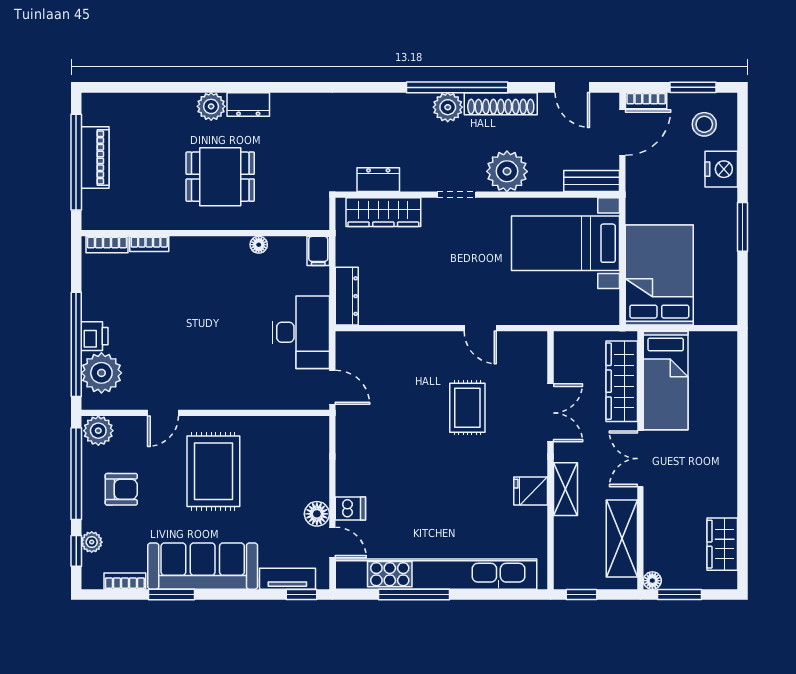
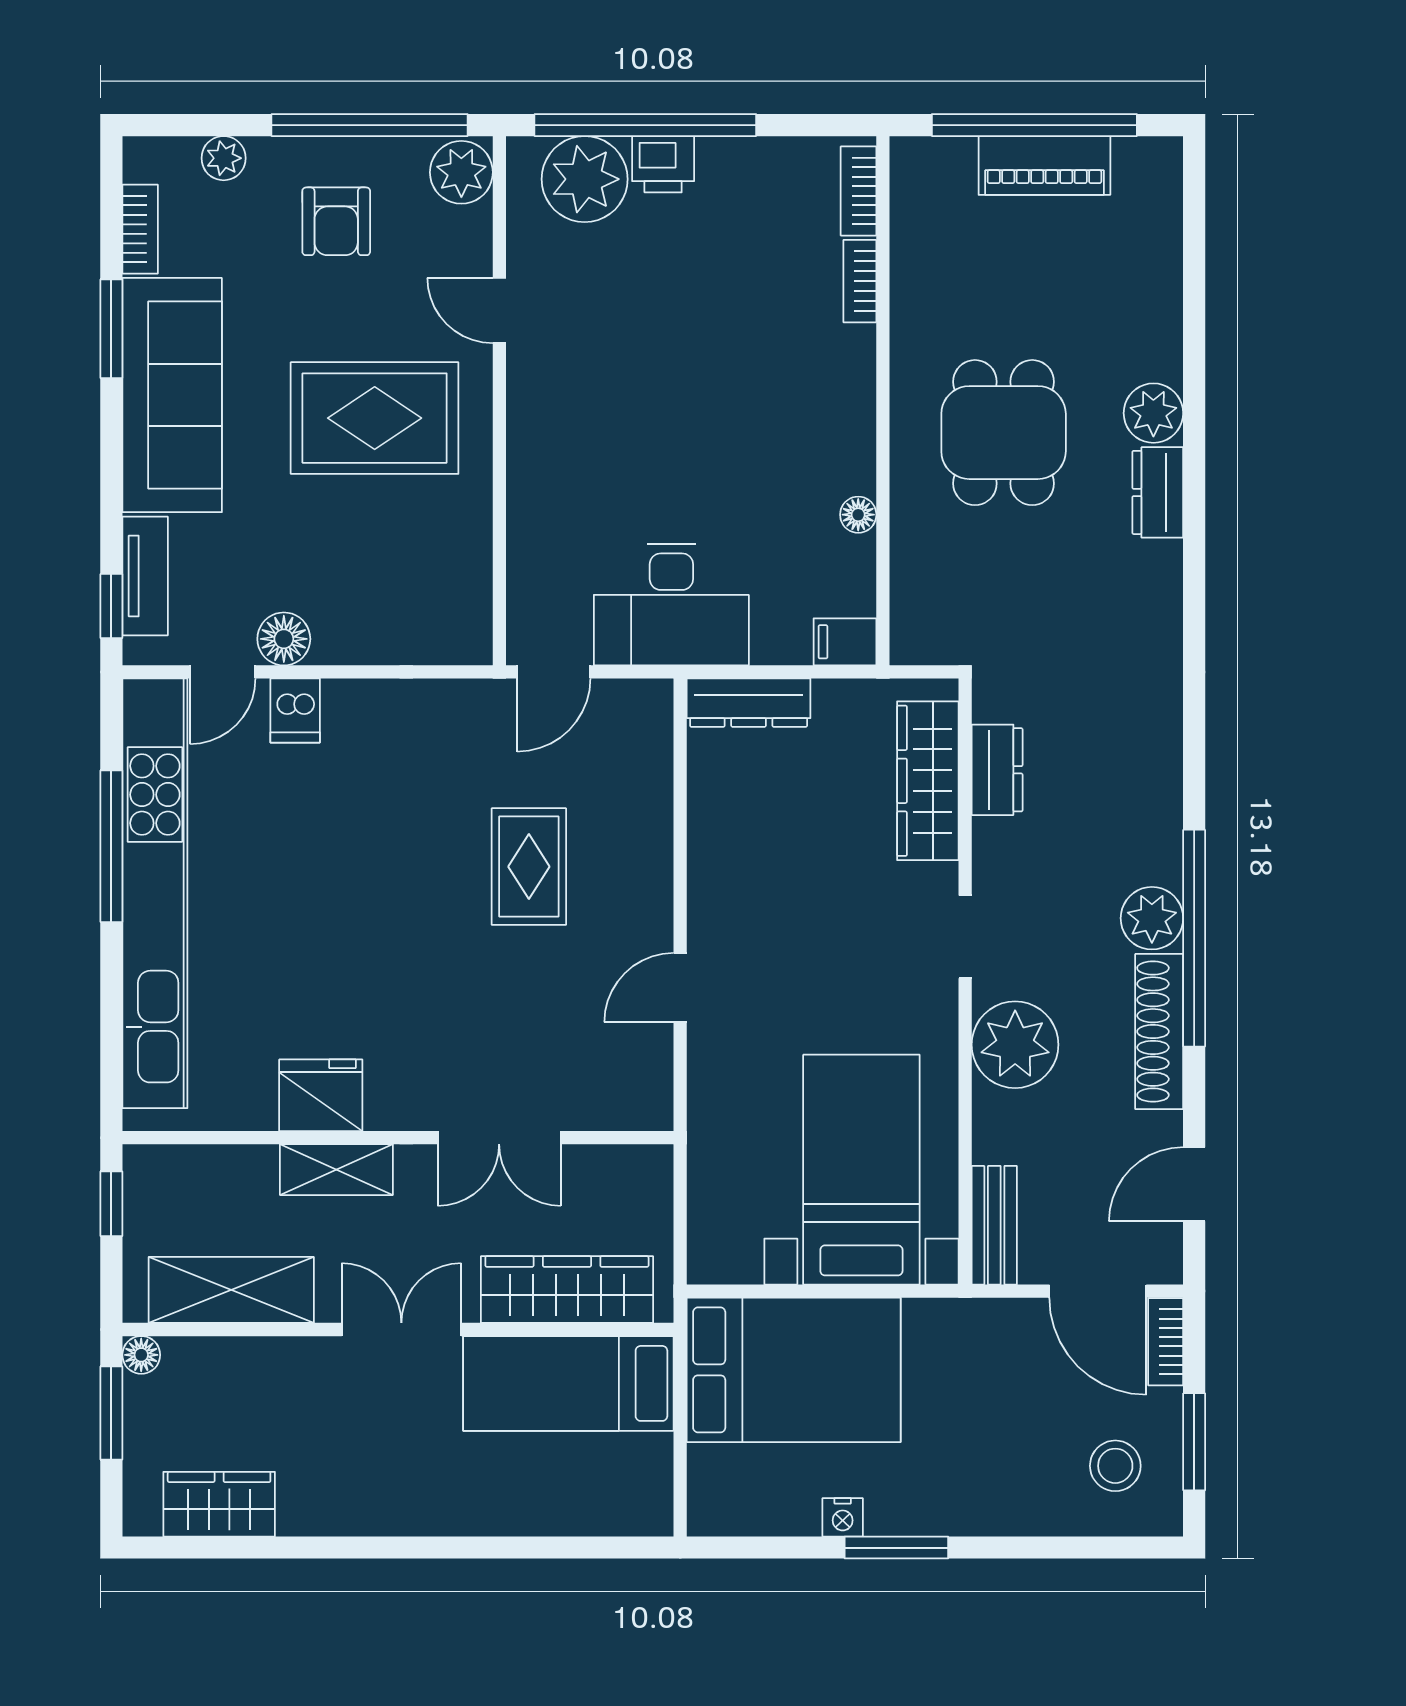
nightstand: (721, 169) -> (843, 1517), moved, width x0.53, depth x0.56
rug: (467, 408) -> (529, 867), moved, turned 90
fridge: (531, 491) -> (321, 1095), width x1.38
window: (76, 551) -> (205, 125), removed

